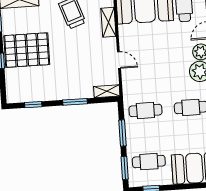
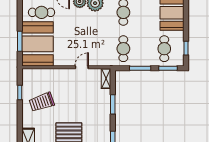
shelving: (108, 22) -> (51, 74), removed

